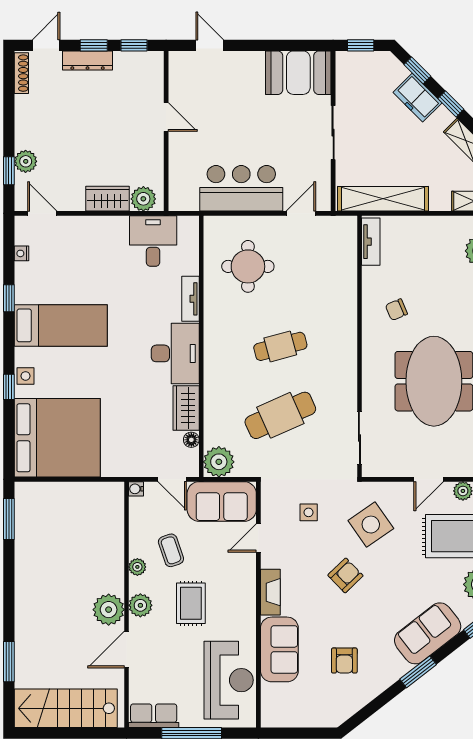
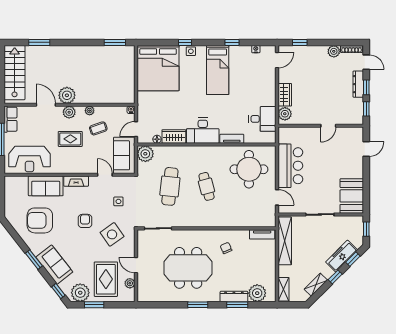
freezer: (417, 98) -> (342, 256), width x1.40
plant: (26, 161) -> (334, 51), moved
round table: (248, 266) -> (249, 169), width x1.36, depth x1.36
cafe table: (280, 415) -> (170, 186), turned 30
armchair: (345, 575) -> (85, 221), turned -136
armchair: (344, 661) -> (40, 220), width x1.88, depth x1.88

